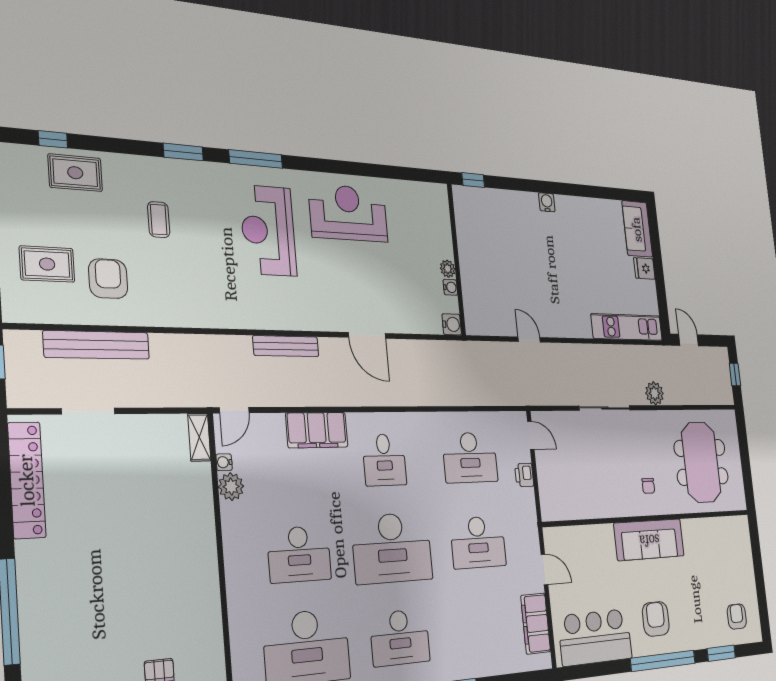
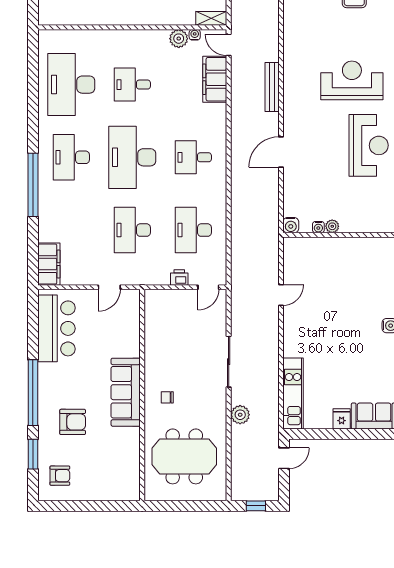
filing cabinet: (317, 430) -> (215, 79), moved
desk: (299, 554) -> (132, 85), width x0.73
armchair: (656, 619) -> (73, 422), moved
filing cabinet: (536, 624) -> (49, 264), moved, turned 90

